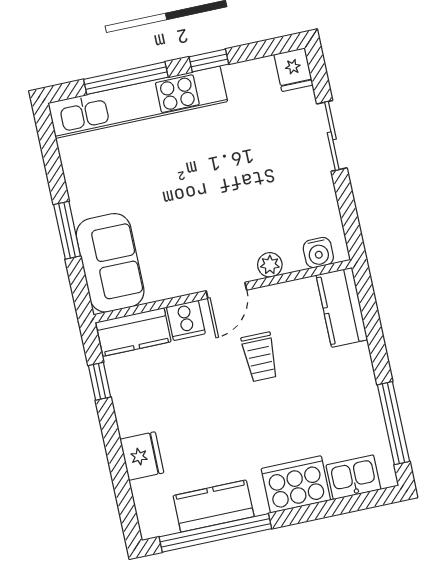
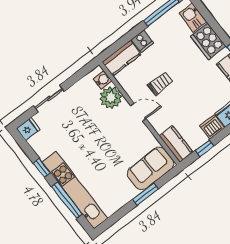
plant: (270, 265) -> (111, 98), width x1.88, depth x1.88
cooker: (186, 320) -> (142, 41), moved, turned 90
dishwasher: (133, 415) -> (212, 127), added

